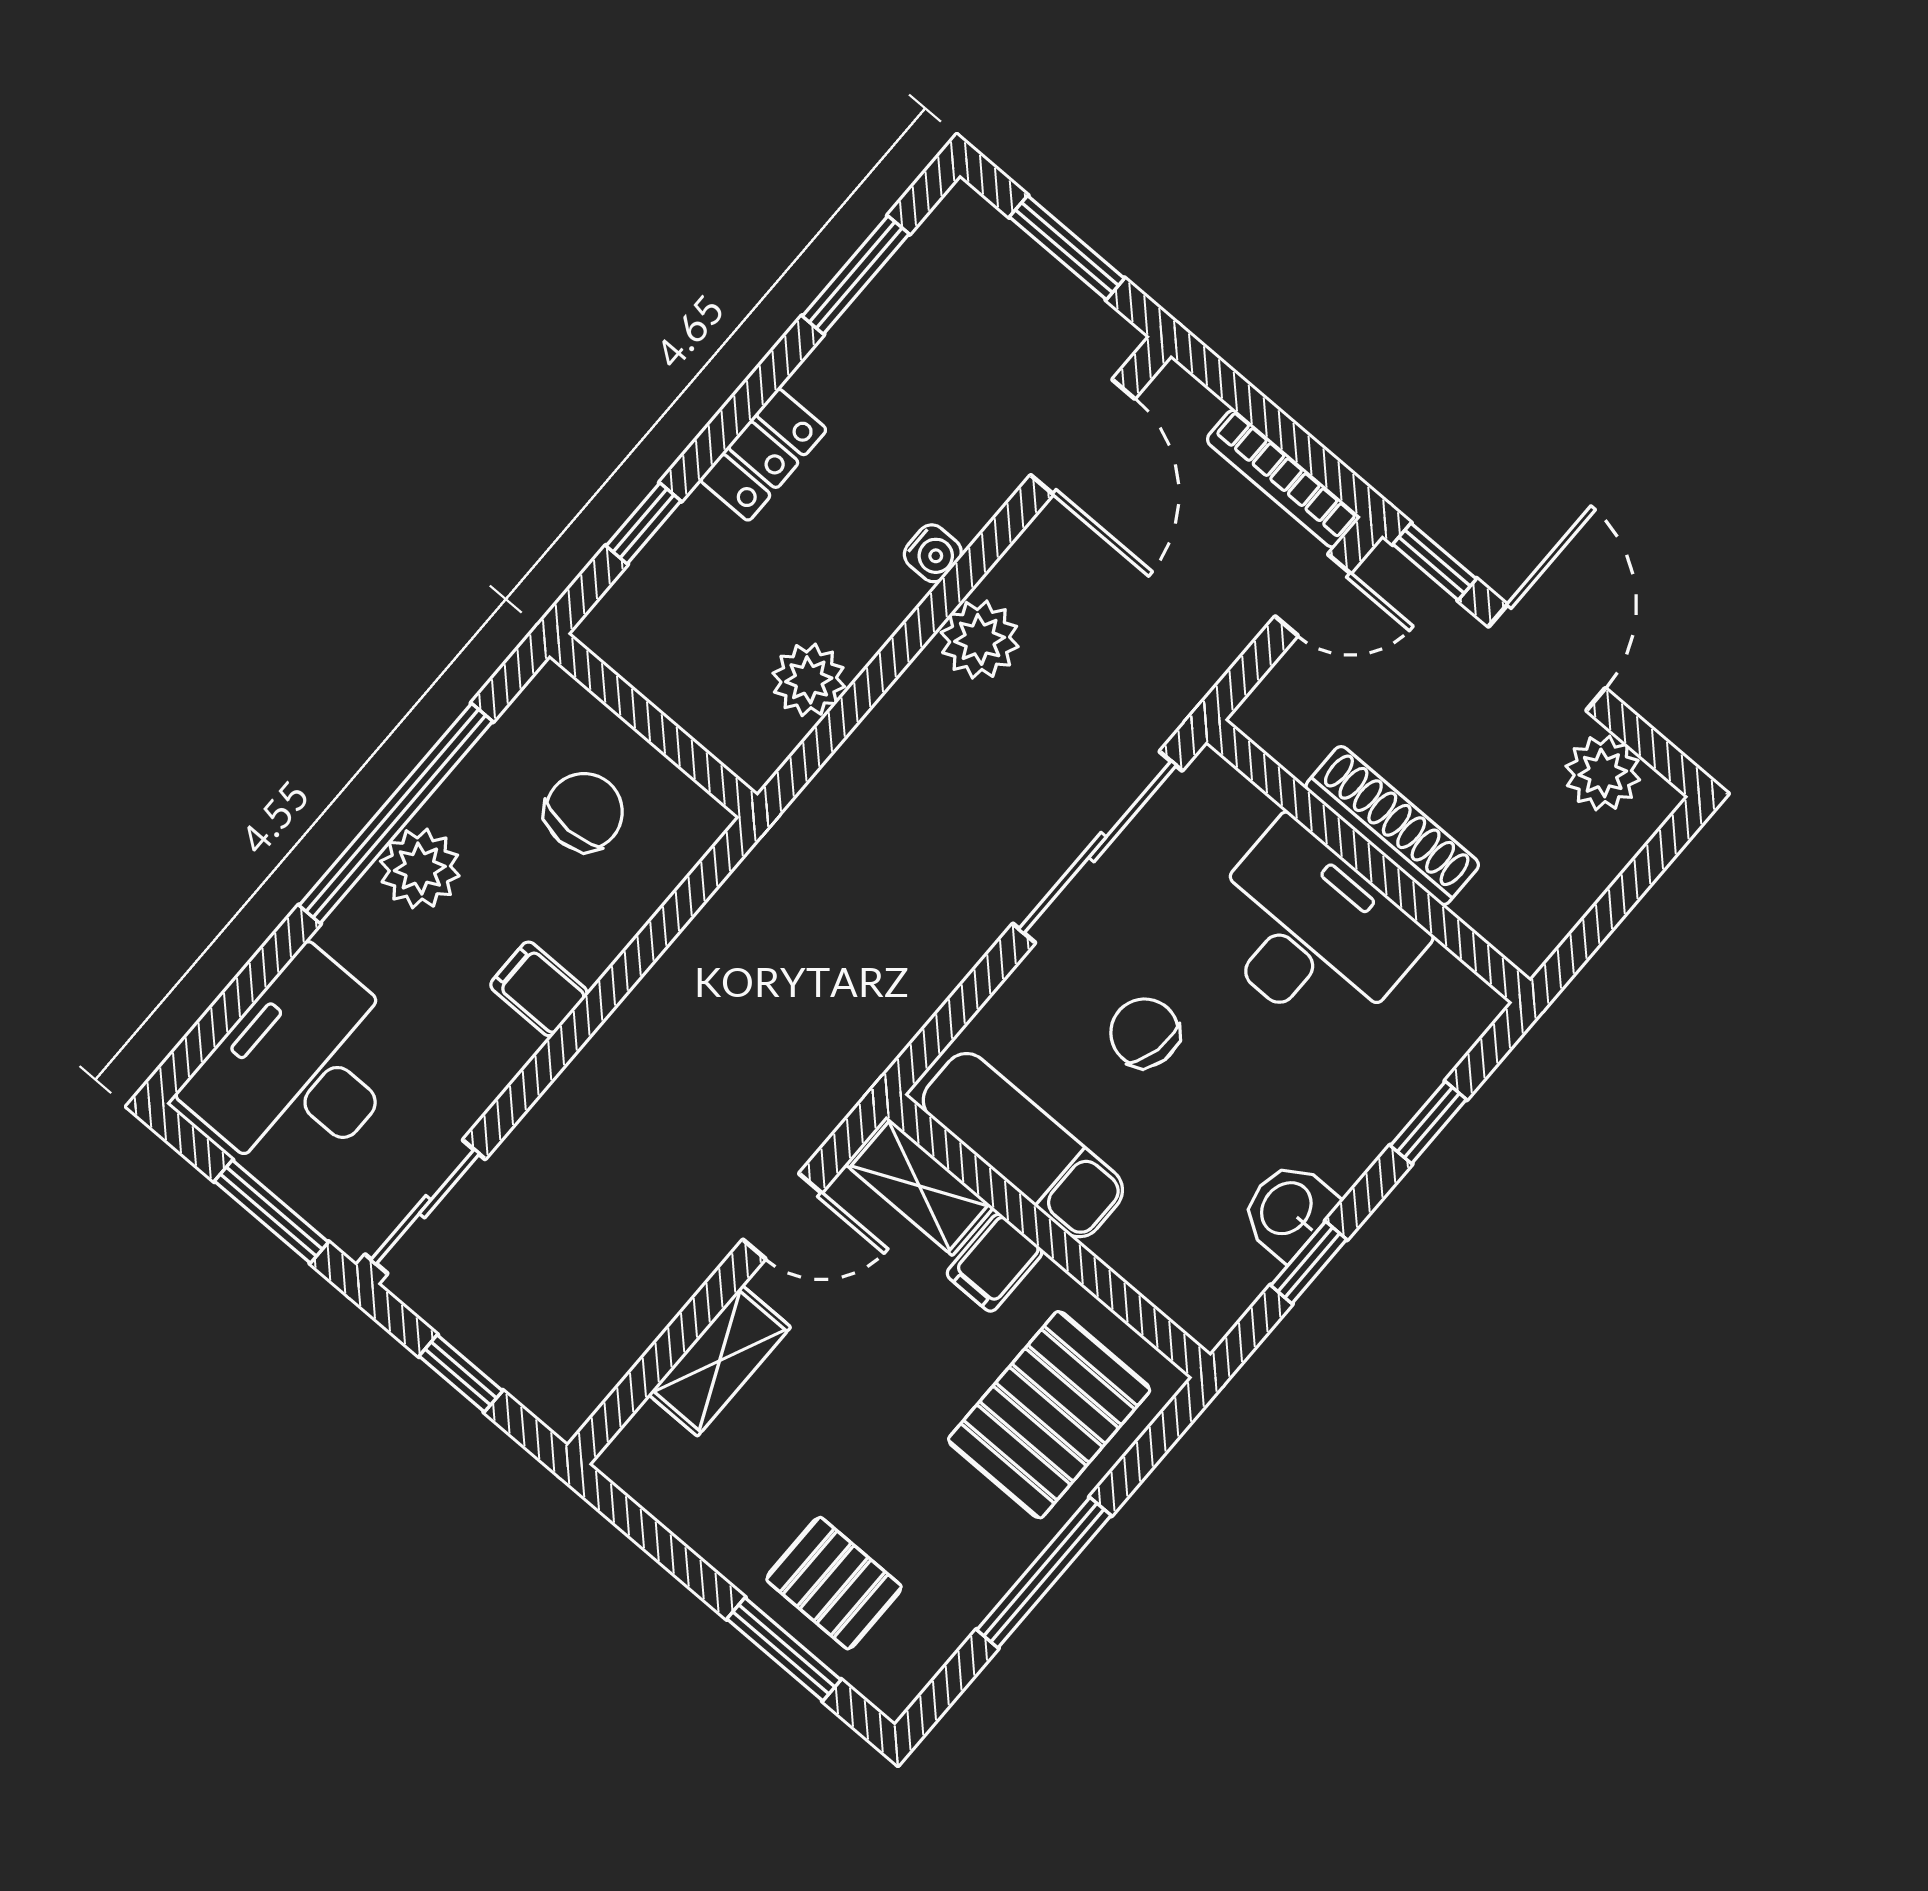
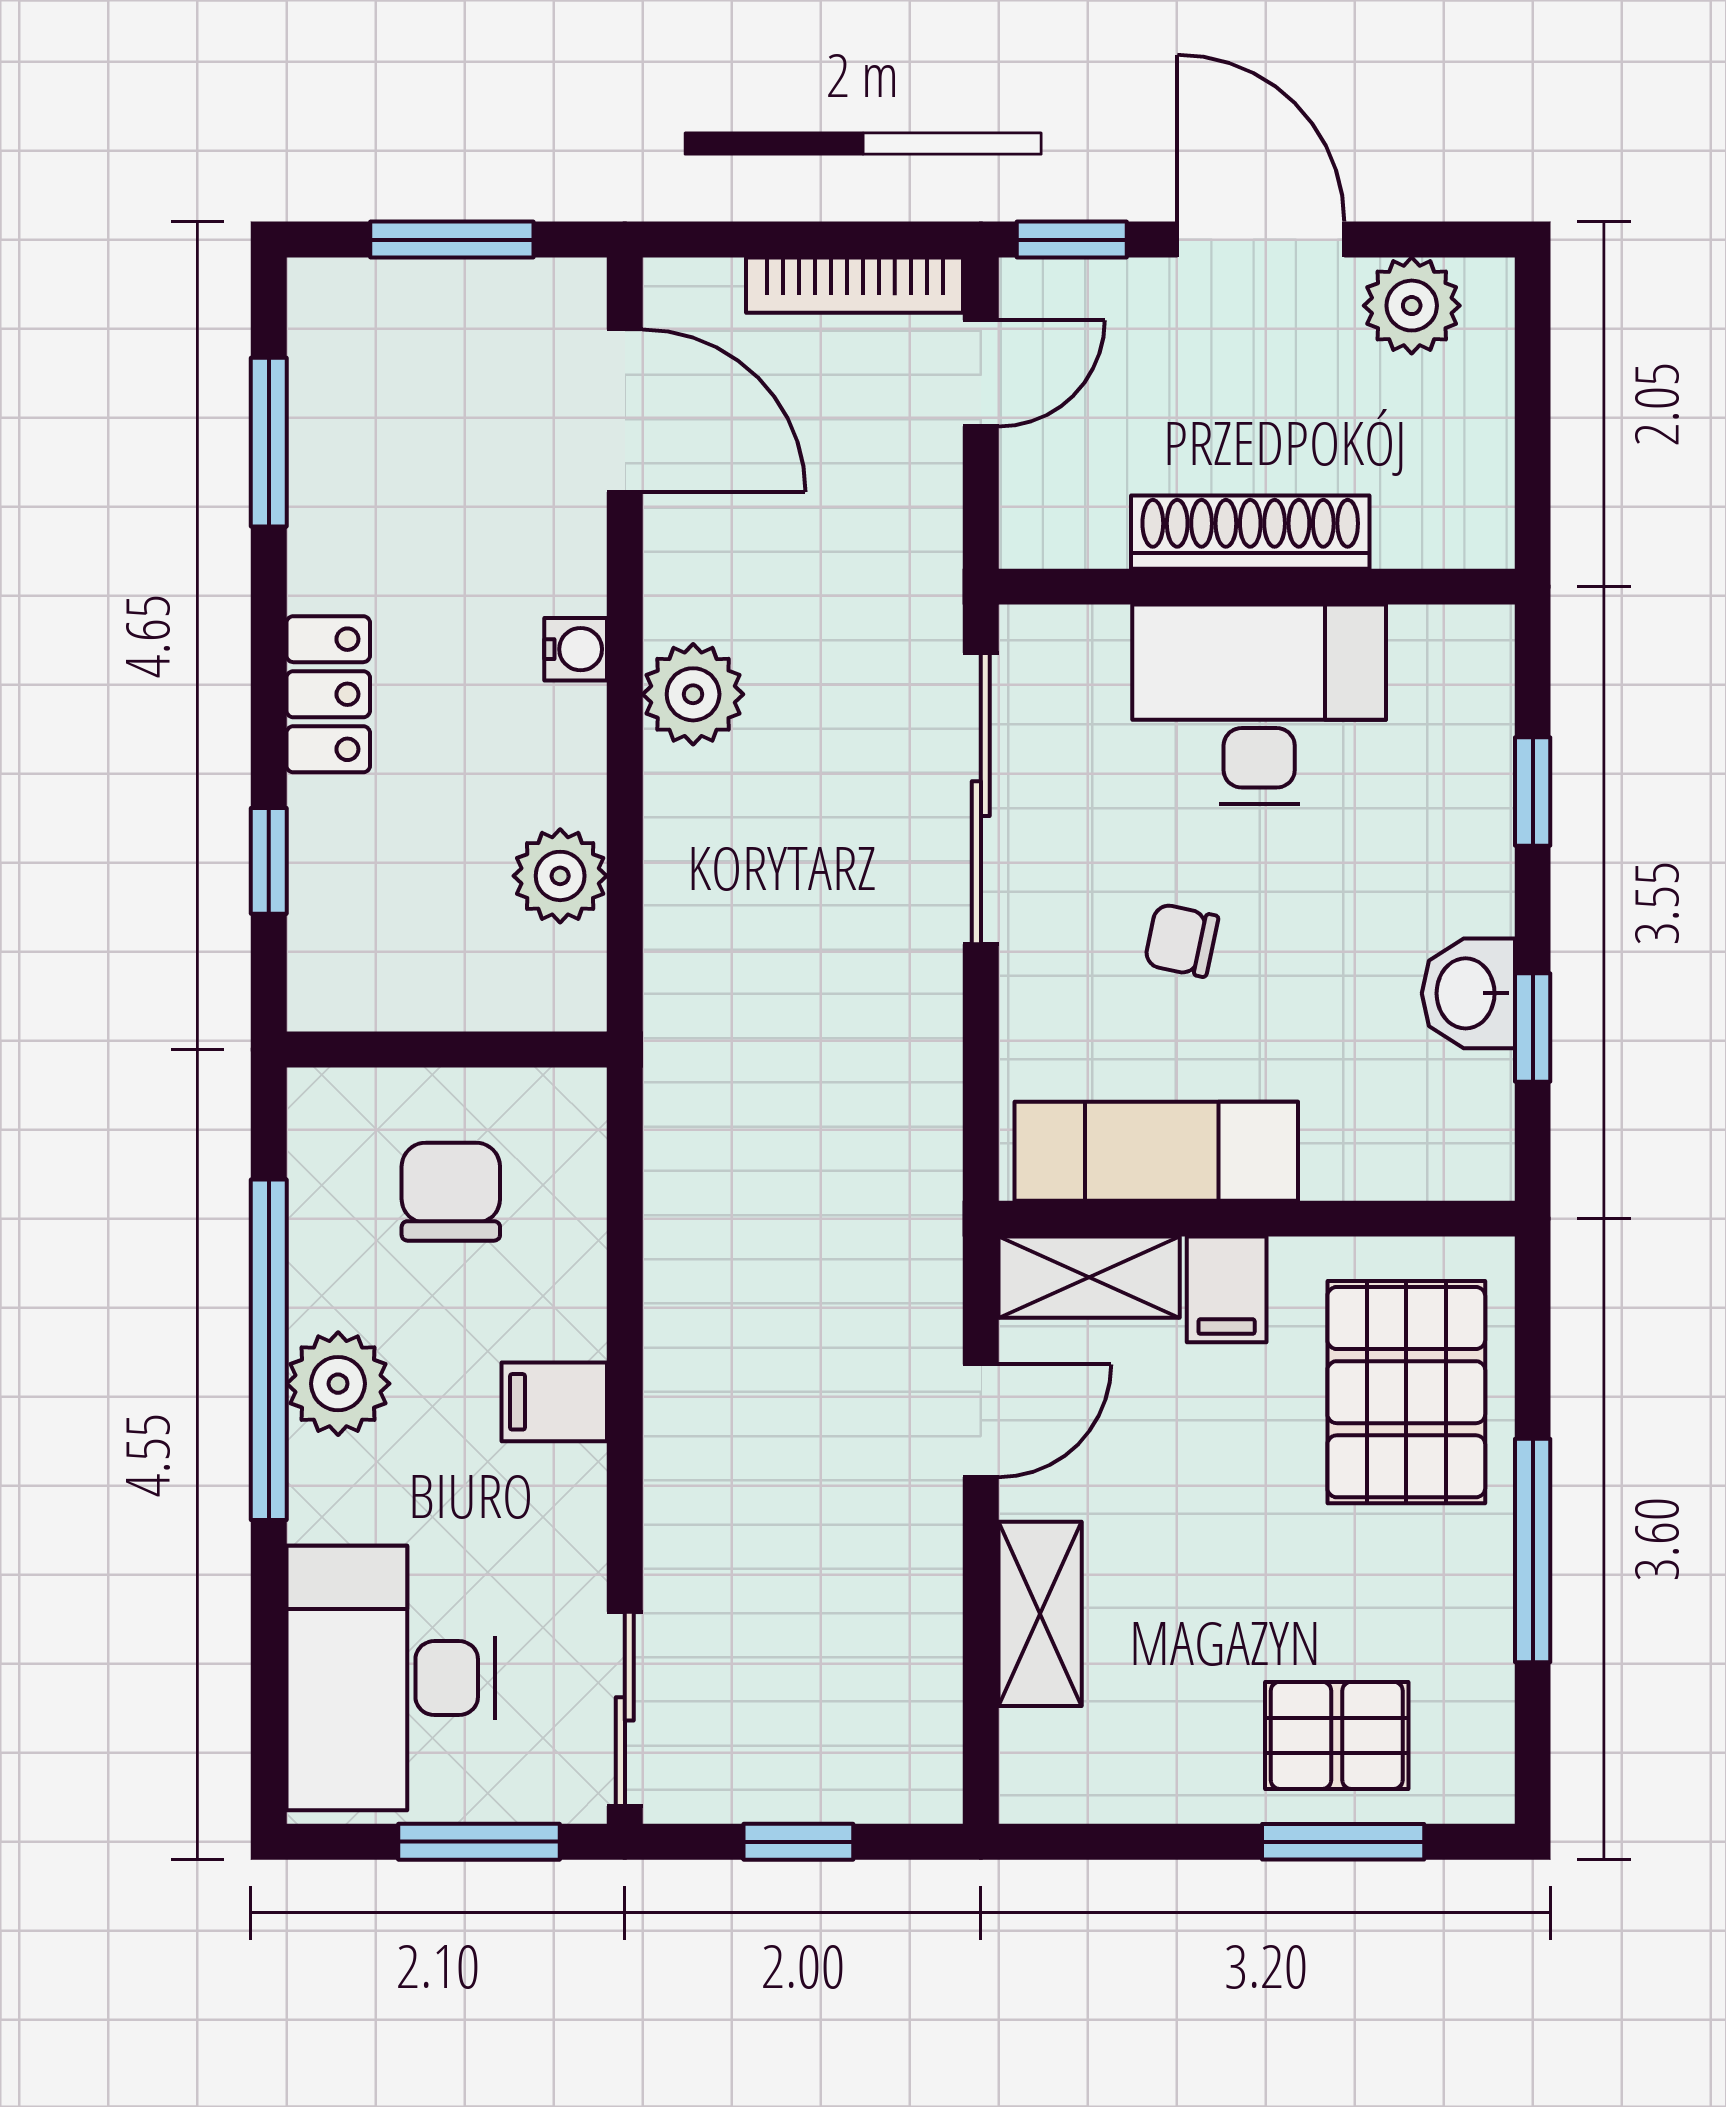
chair: (1145, 1033) -> (1181, 940), width x0.73, depth x0.73

